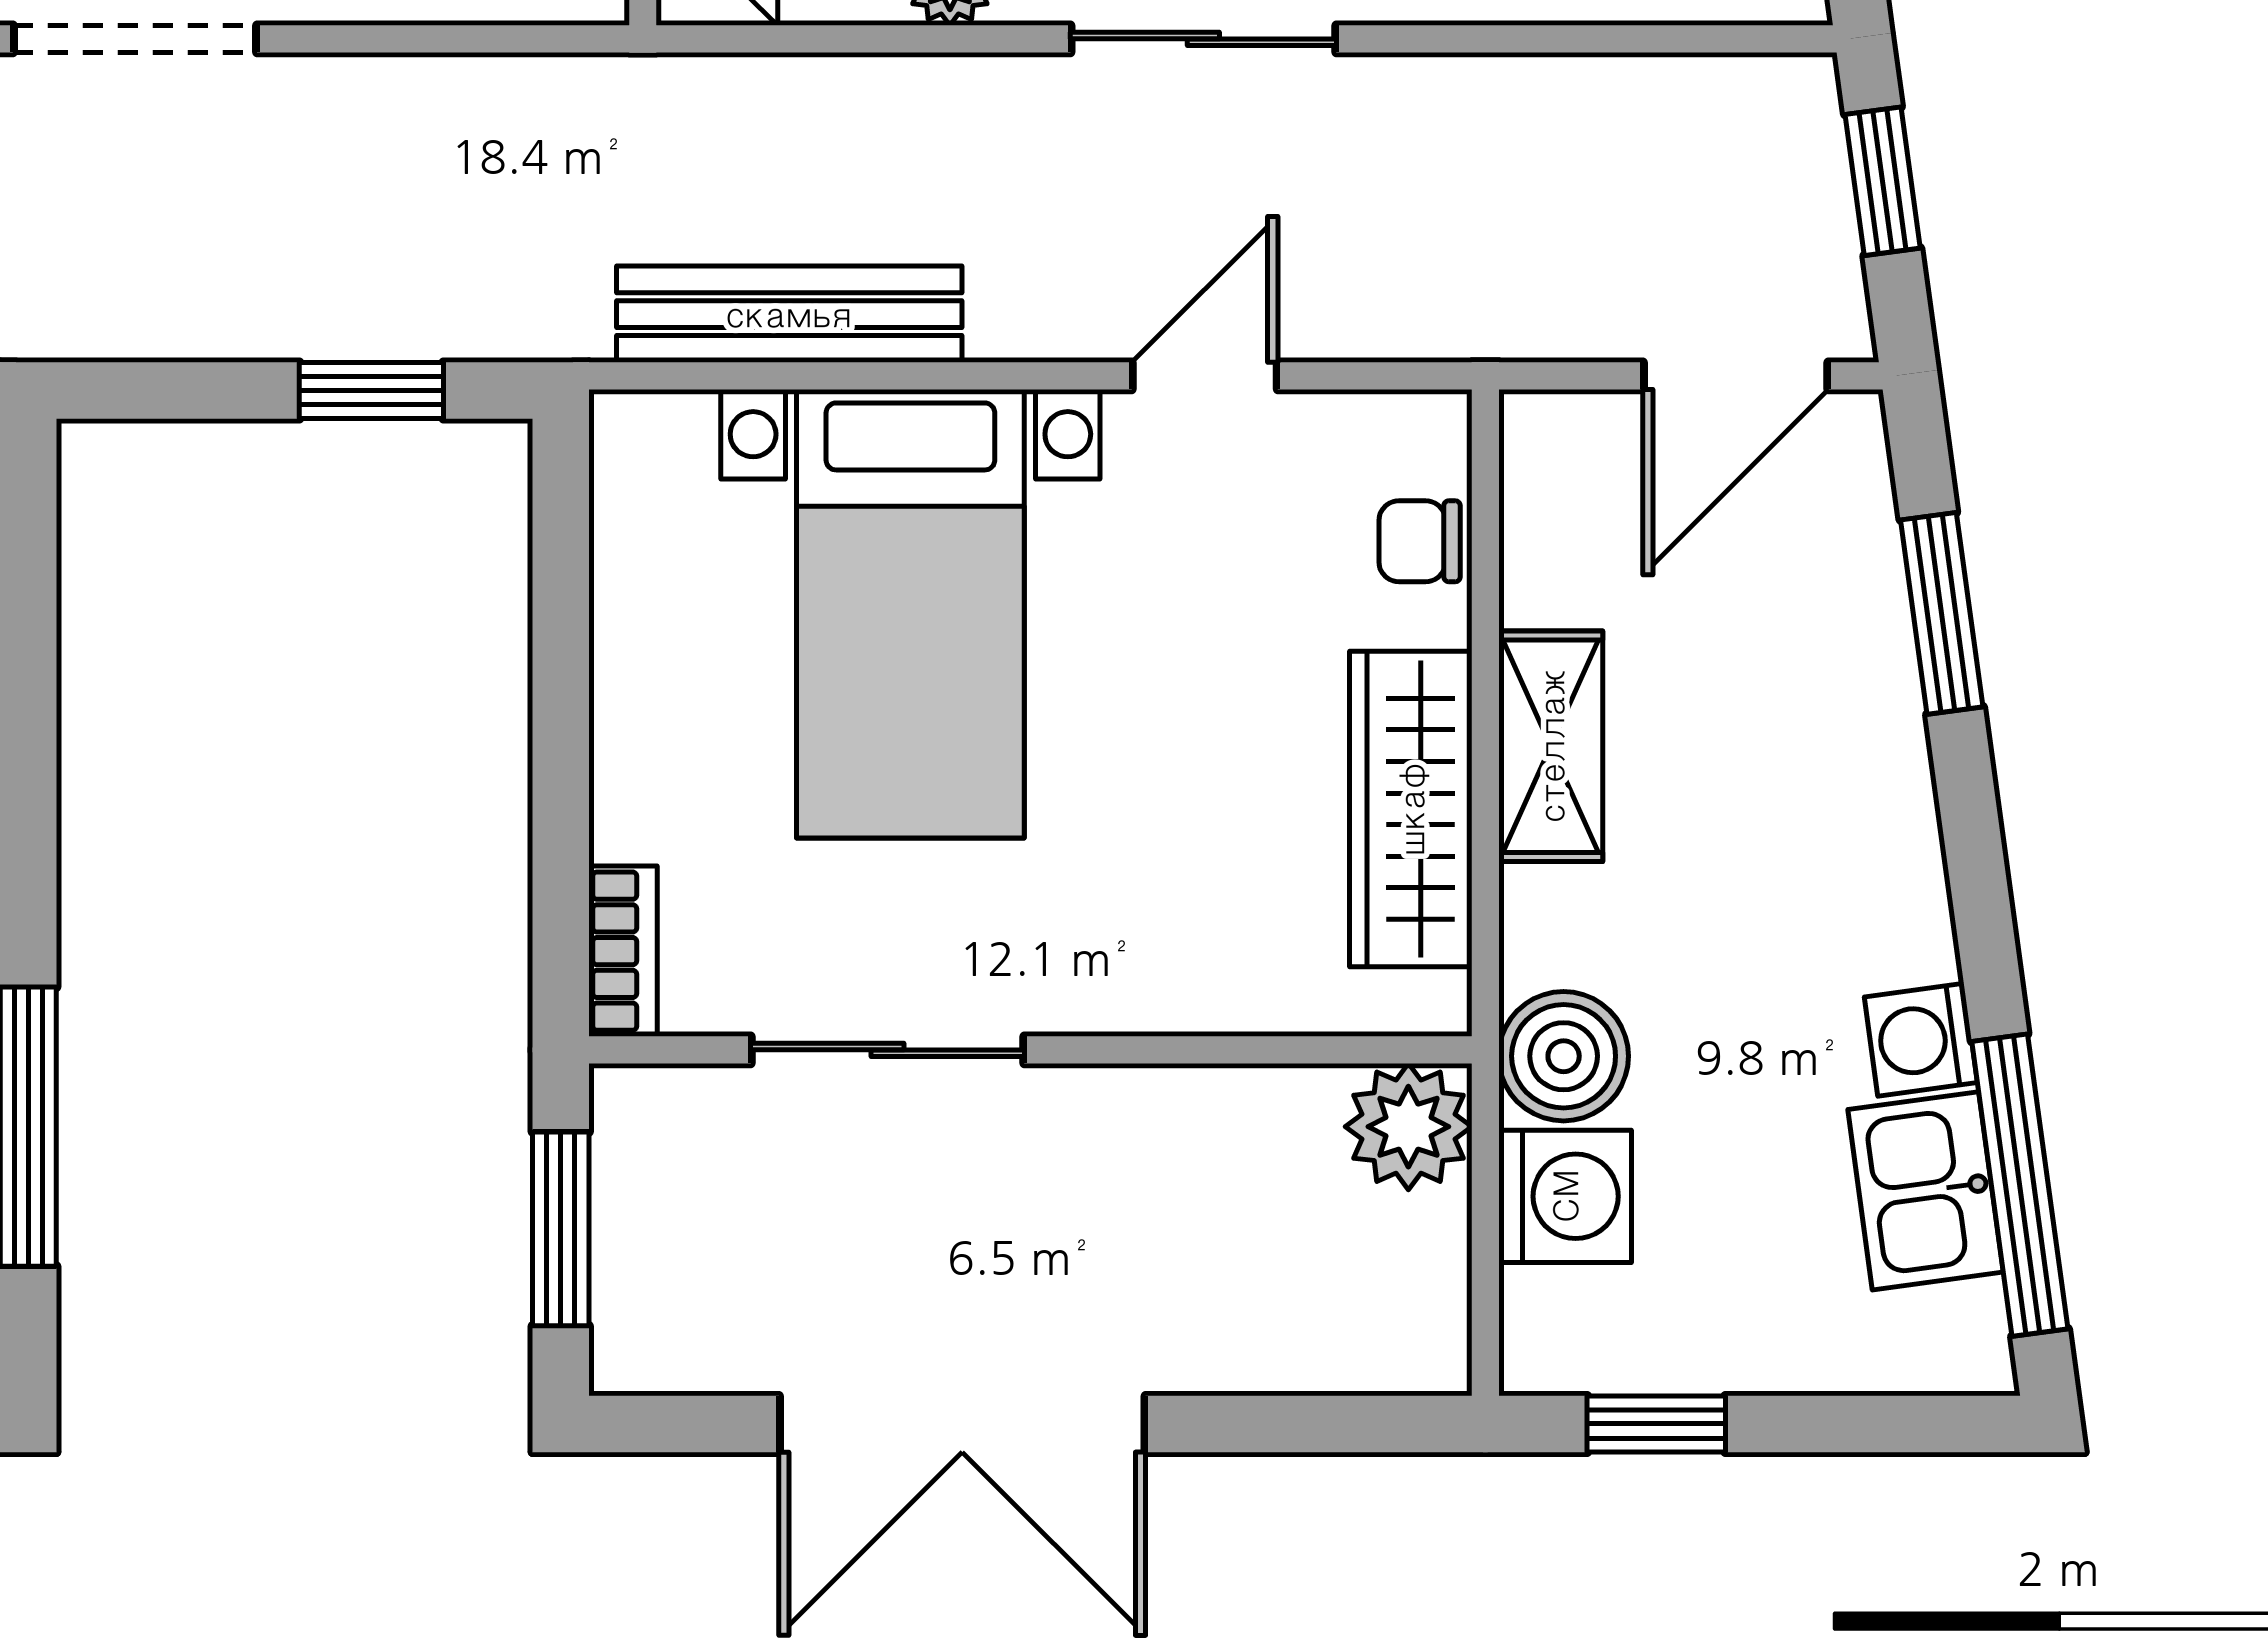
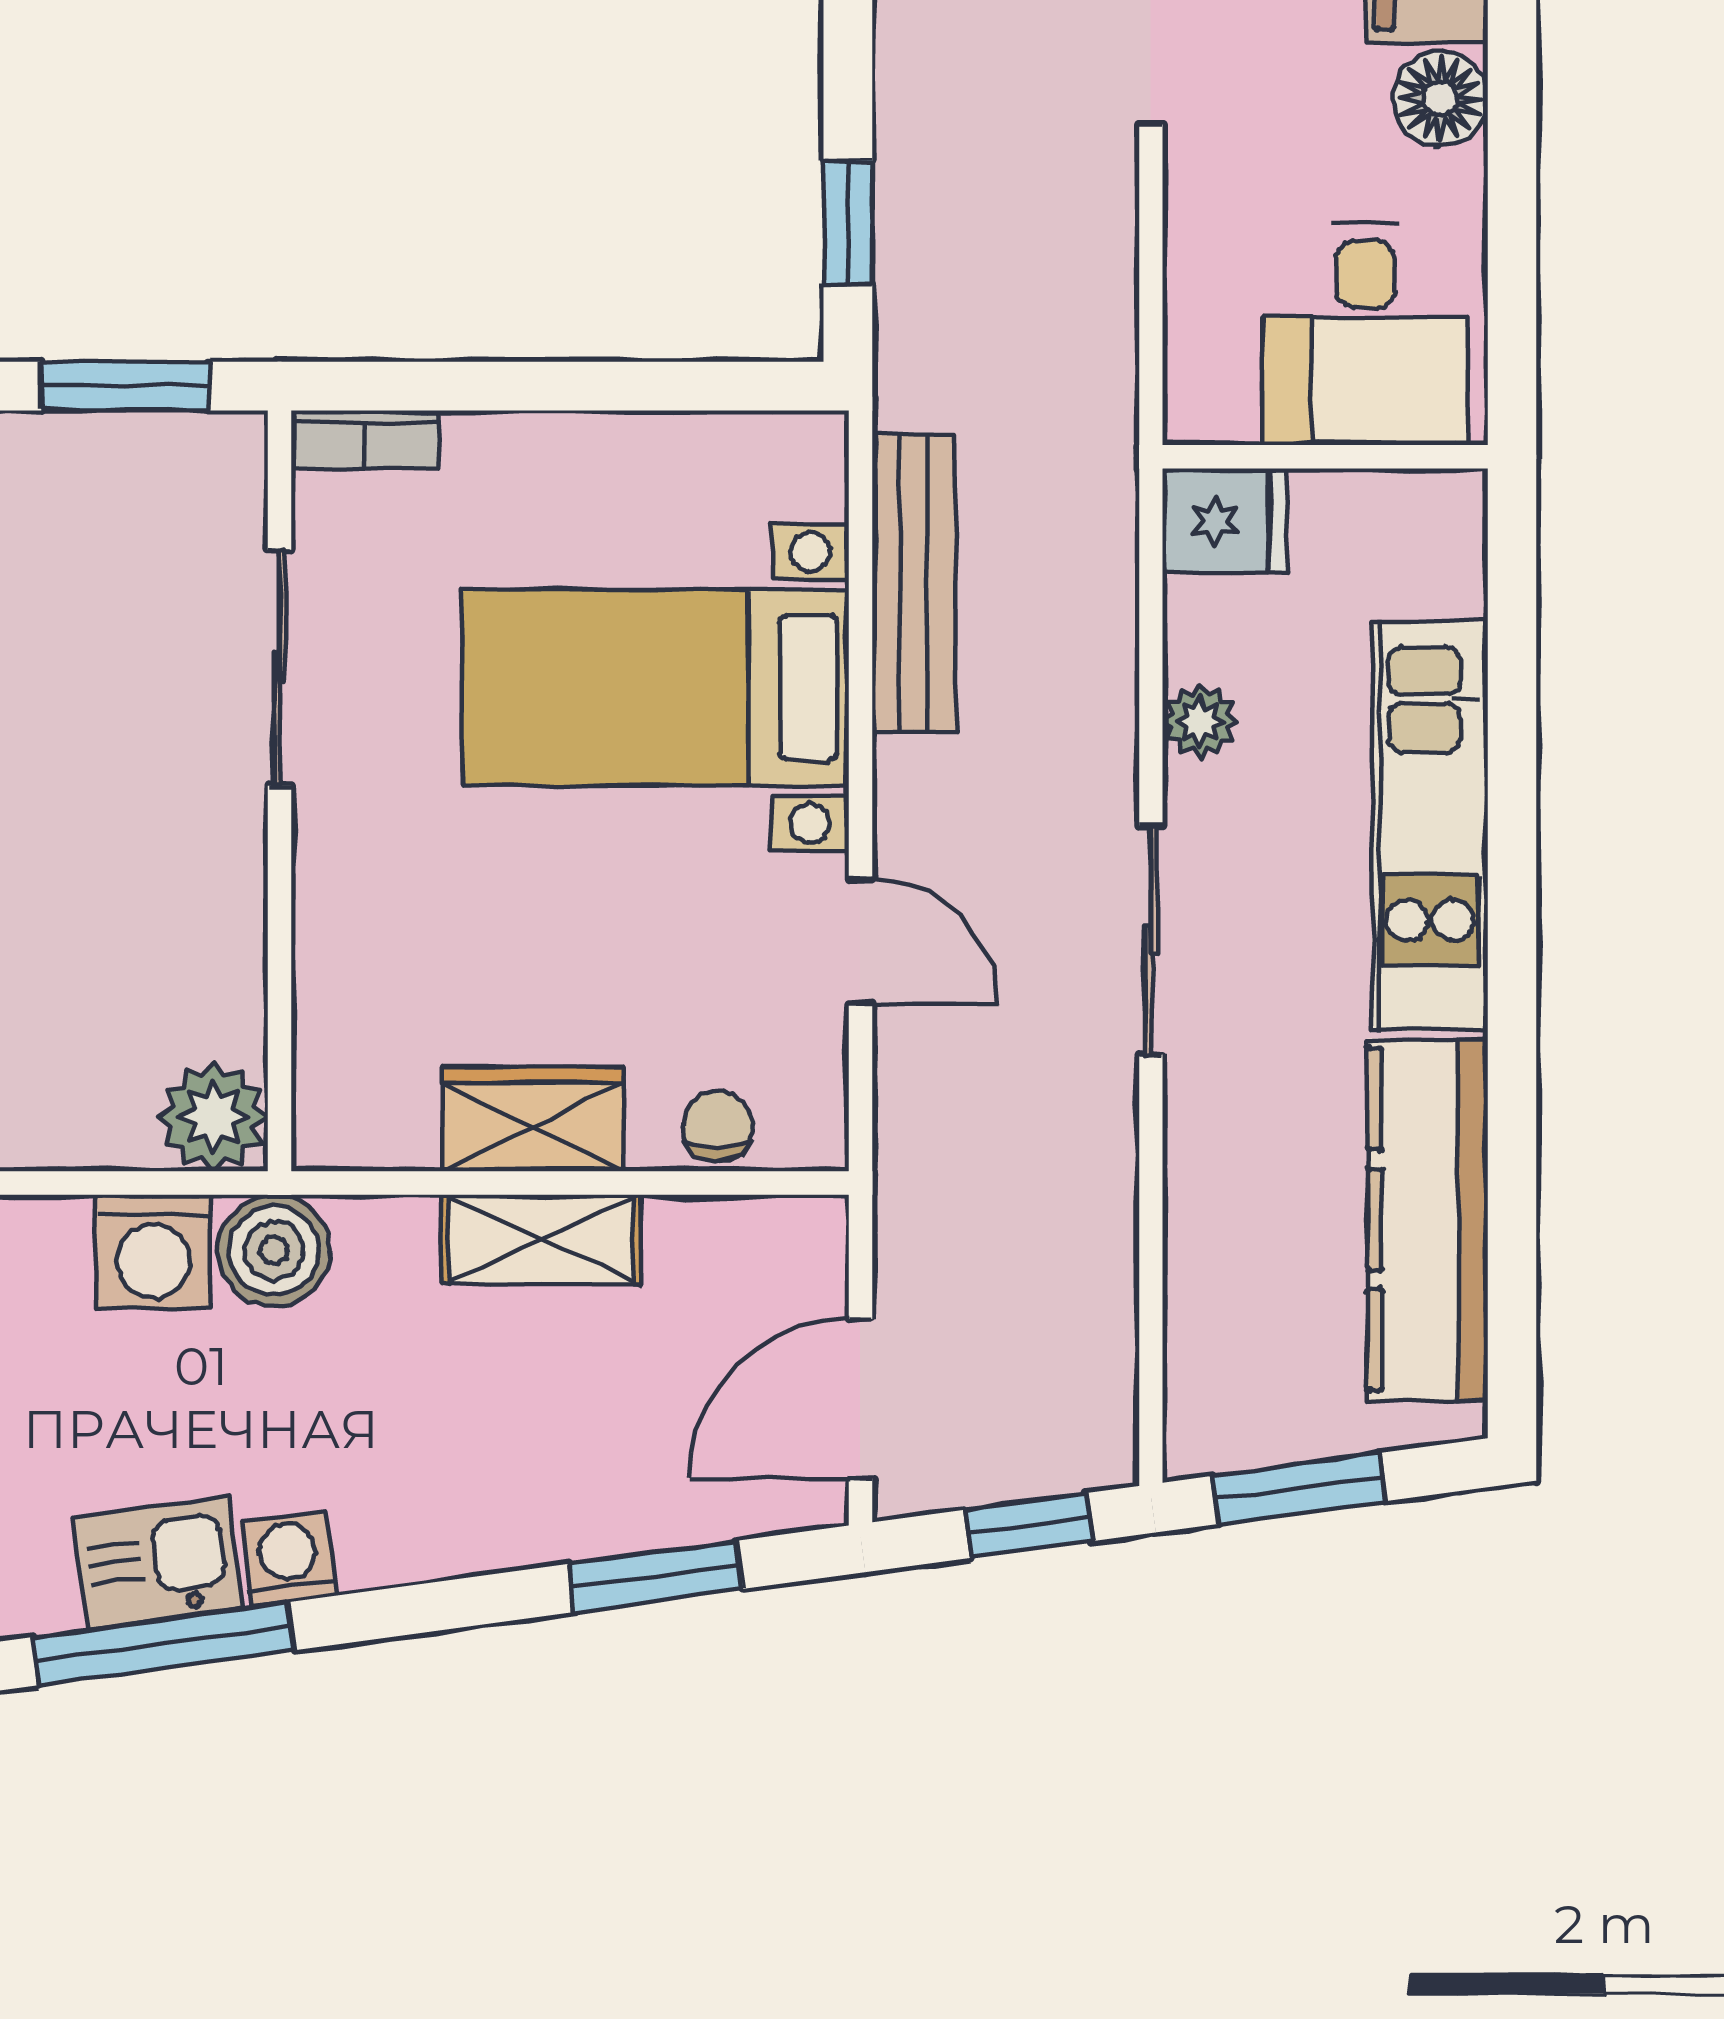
door: (1736, 376) -> (860, 1399), hinge flipped
wardrobe: (1411, 809) -> (533, 1119), width x0.67

